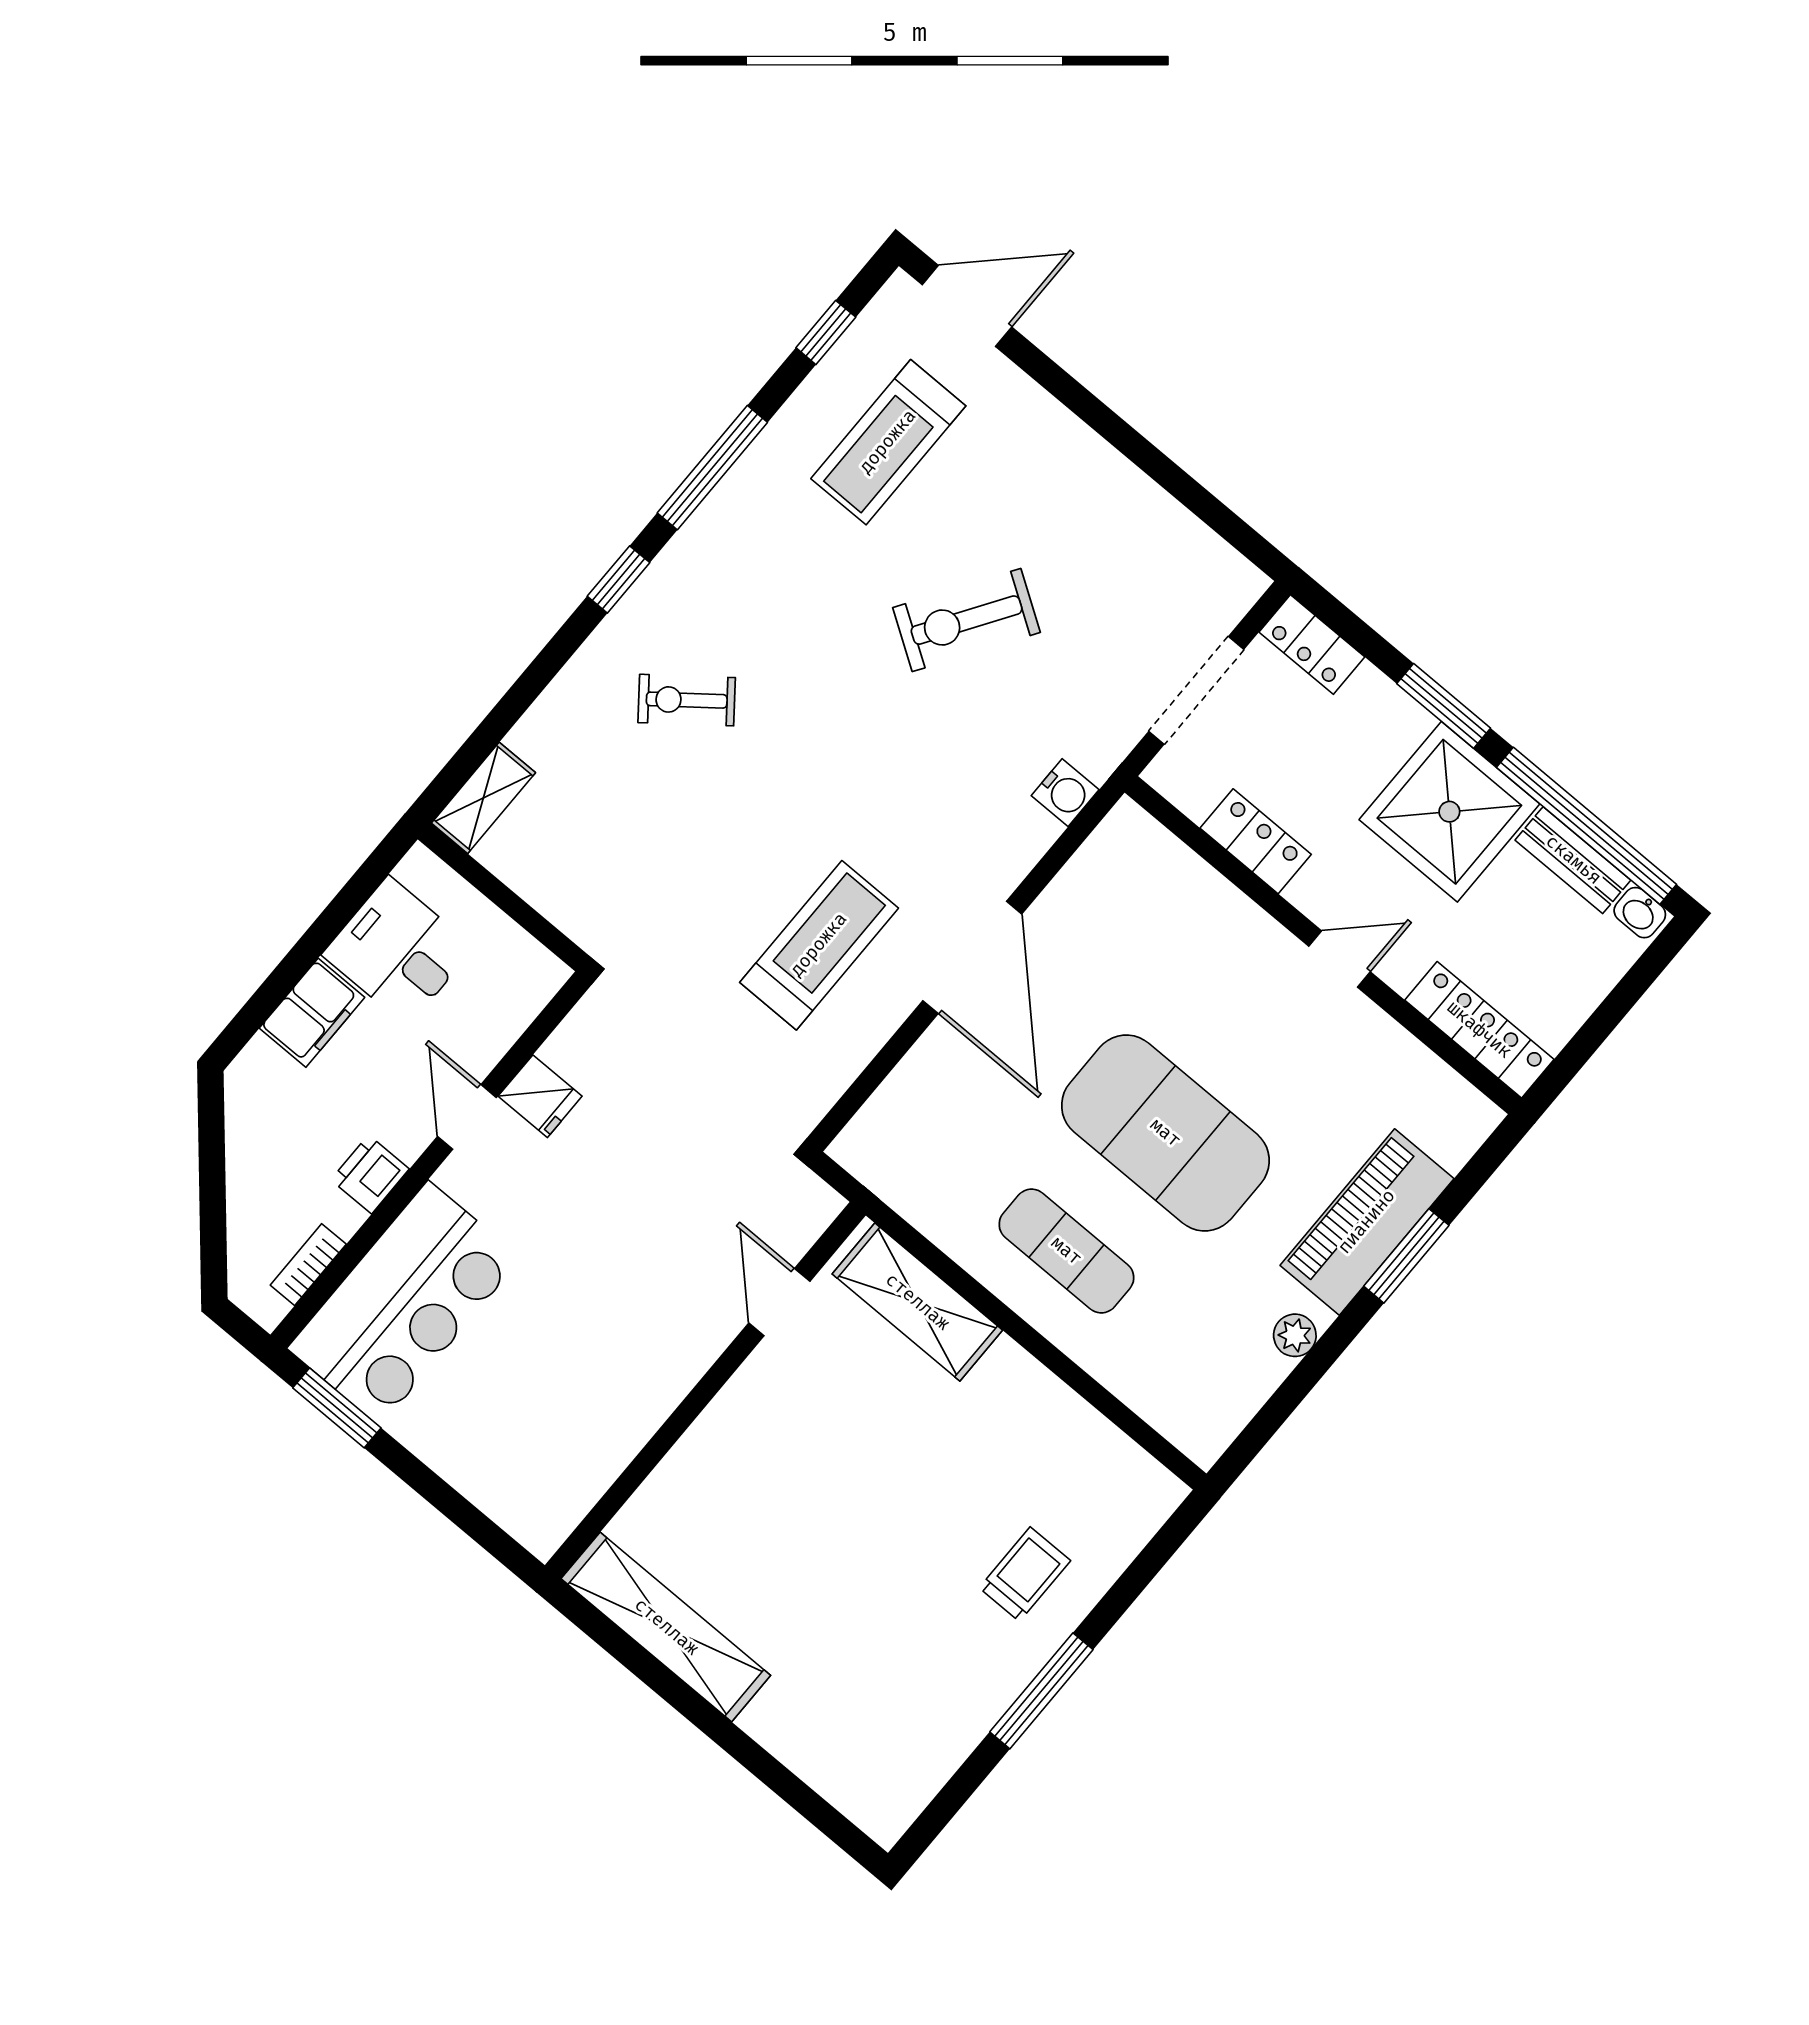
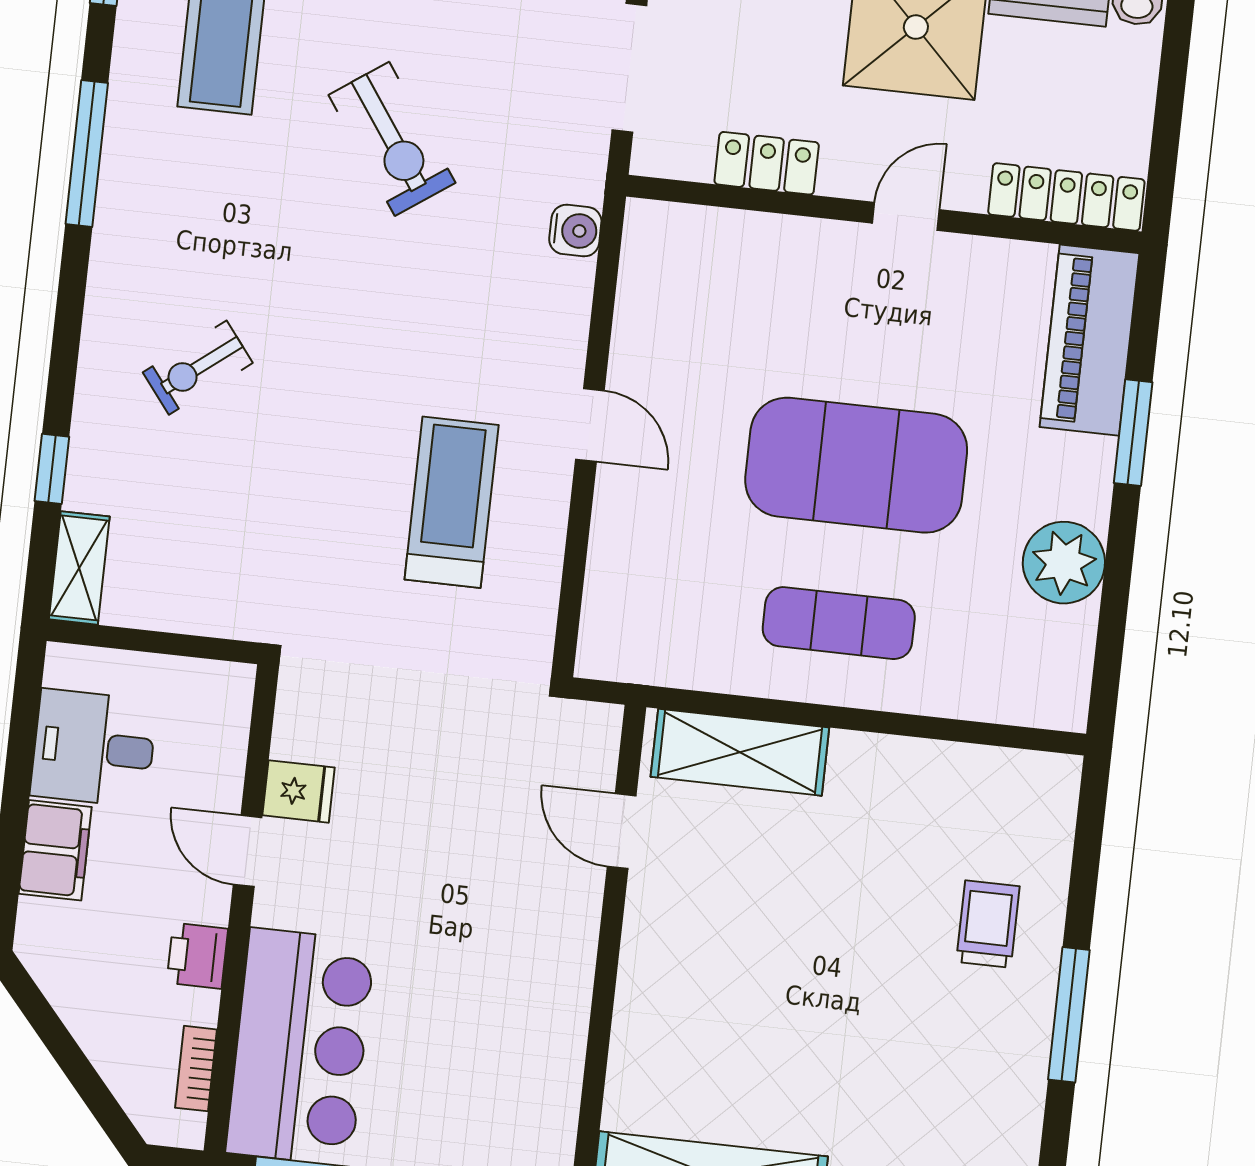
window: (618, 579) -> (52, 469), moved
exercise bike: (967, 620) -> (392, 139), turned -68
door: (972, 957) -> (590, 425), width x0.53
piano: (1367, 1222) -> (1089, 340), moved
plant: (1295, 1335) -> (1064, 563), width x1.88, depth x1.88

